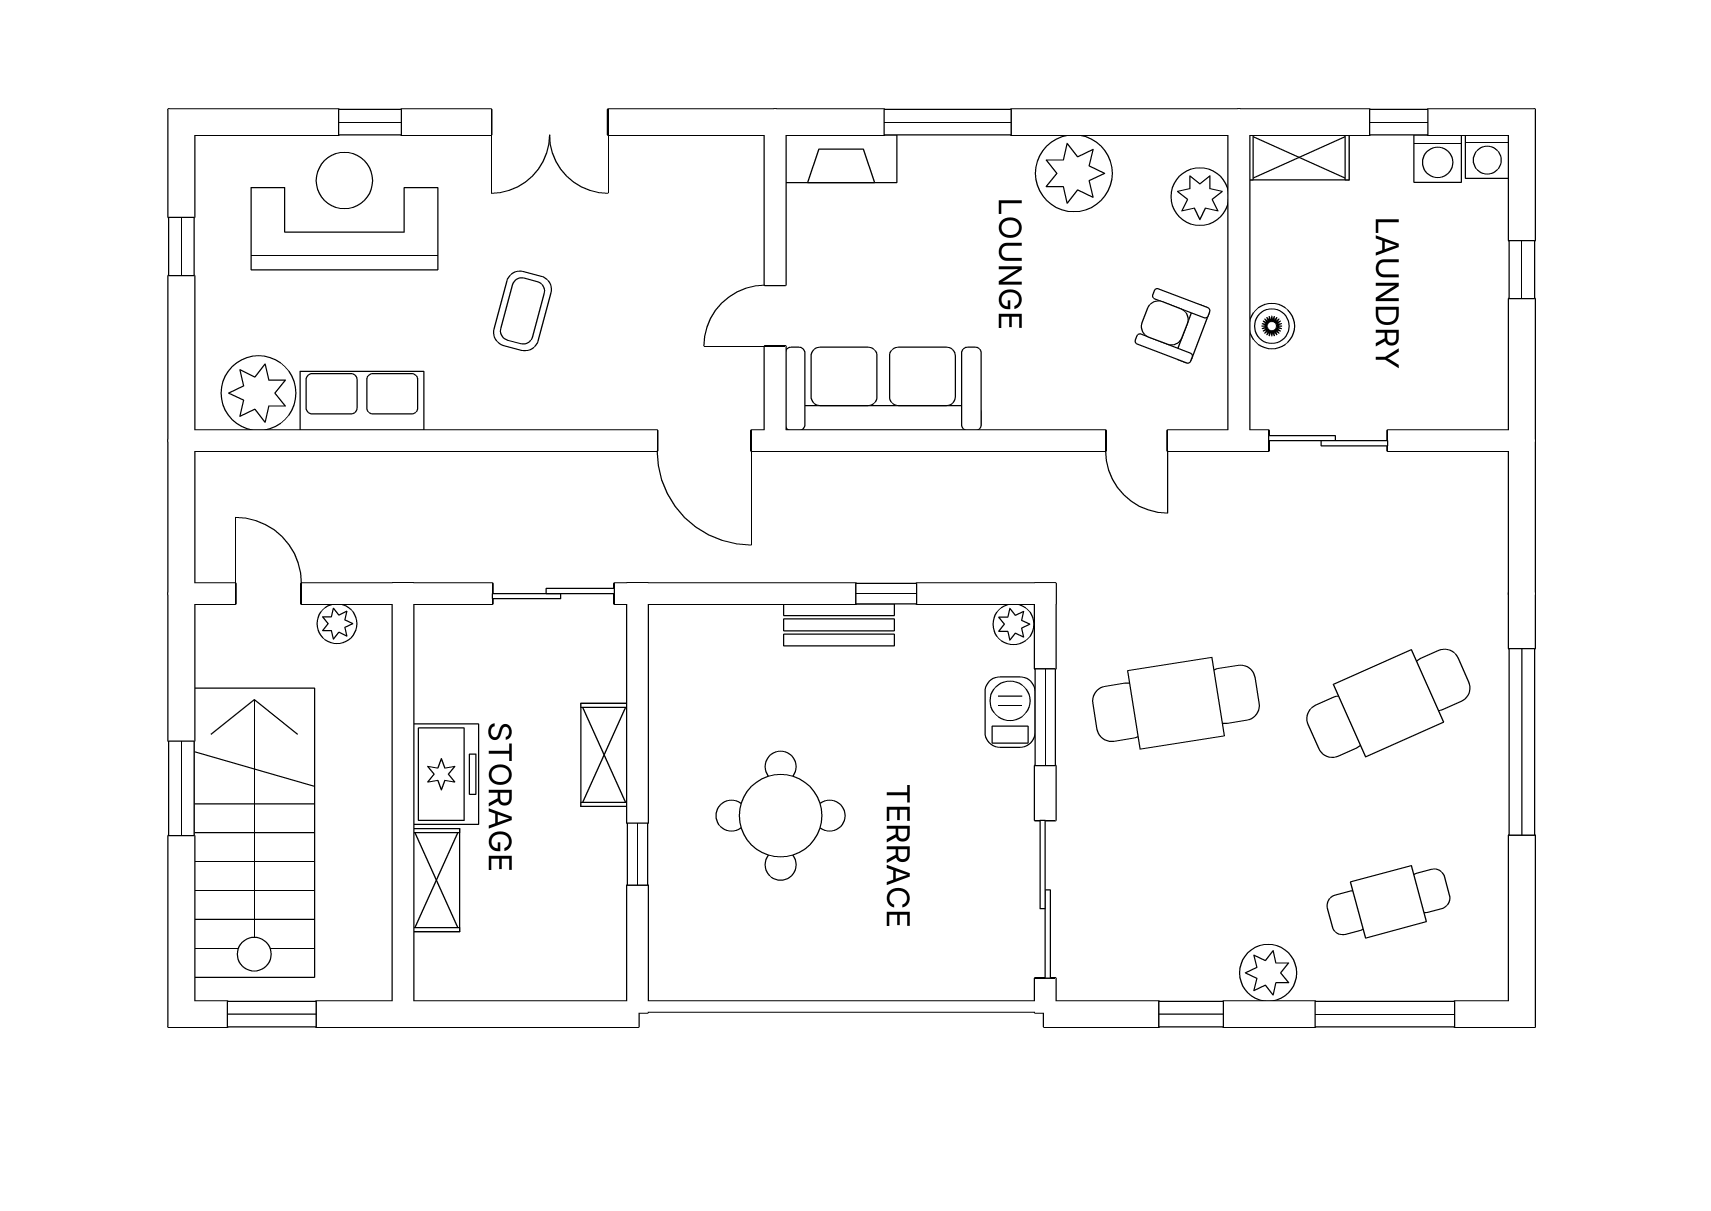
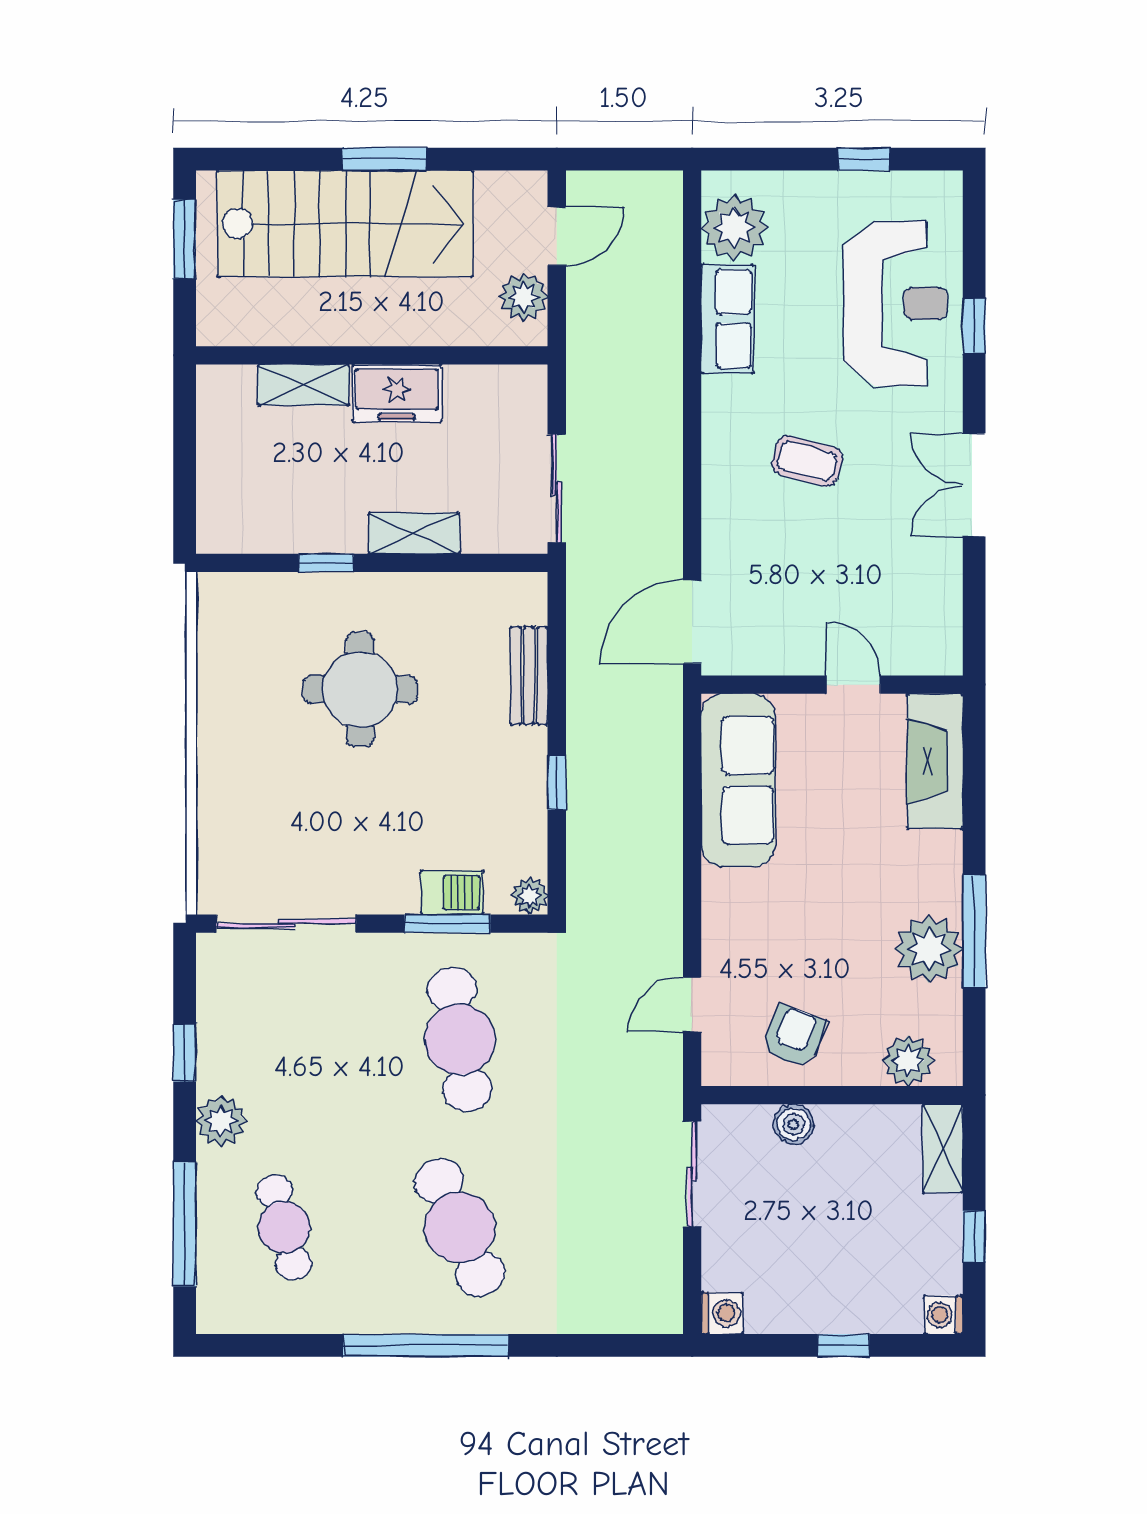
window: (948, 122) -> (974, 931), moved
fireplace: (841, 159) -> (935, 761), width x1.37, depth x1.32
washing machine: (1438, 159) -> (722, 1313), moved, turned 180
door: (775, 316) -> (854, 685), moved
plant: (337, 624) -> (524, 297), width x1.38, depth x1.38
bench: (839, 625) -> (529, 676), moved

